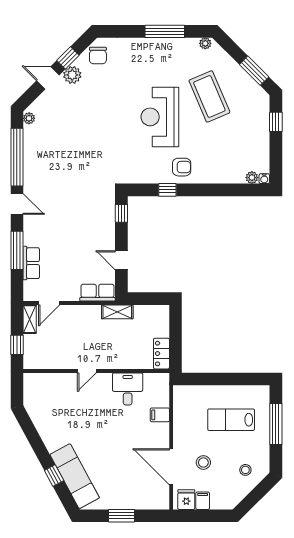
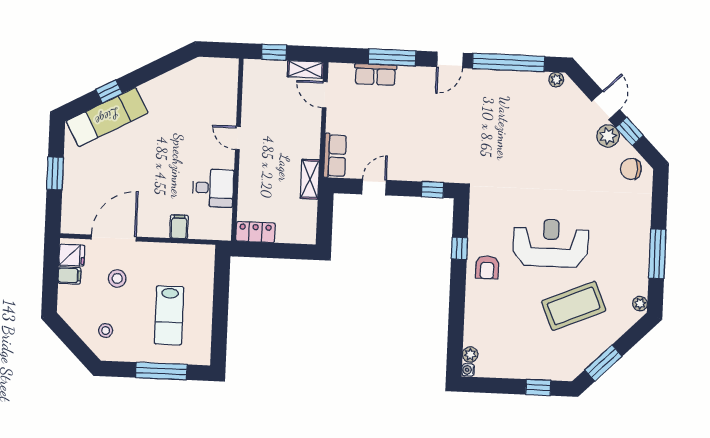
lab bench: (231, 420) -> (169, 315), turned 180

